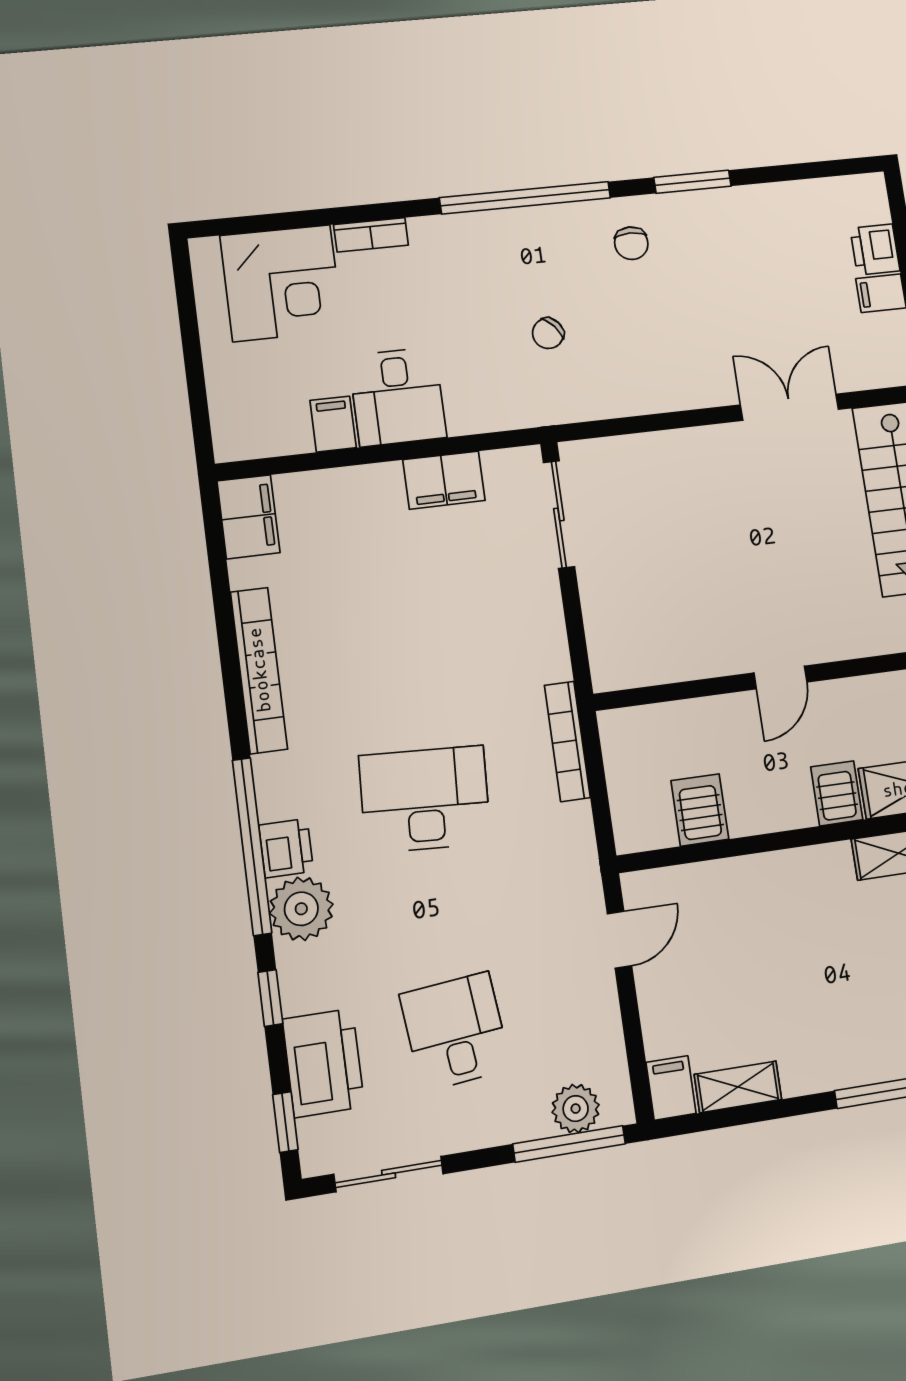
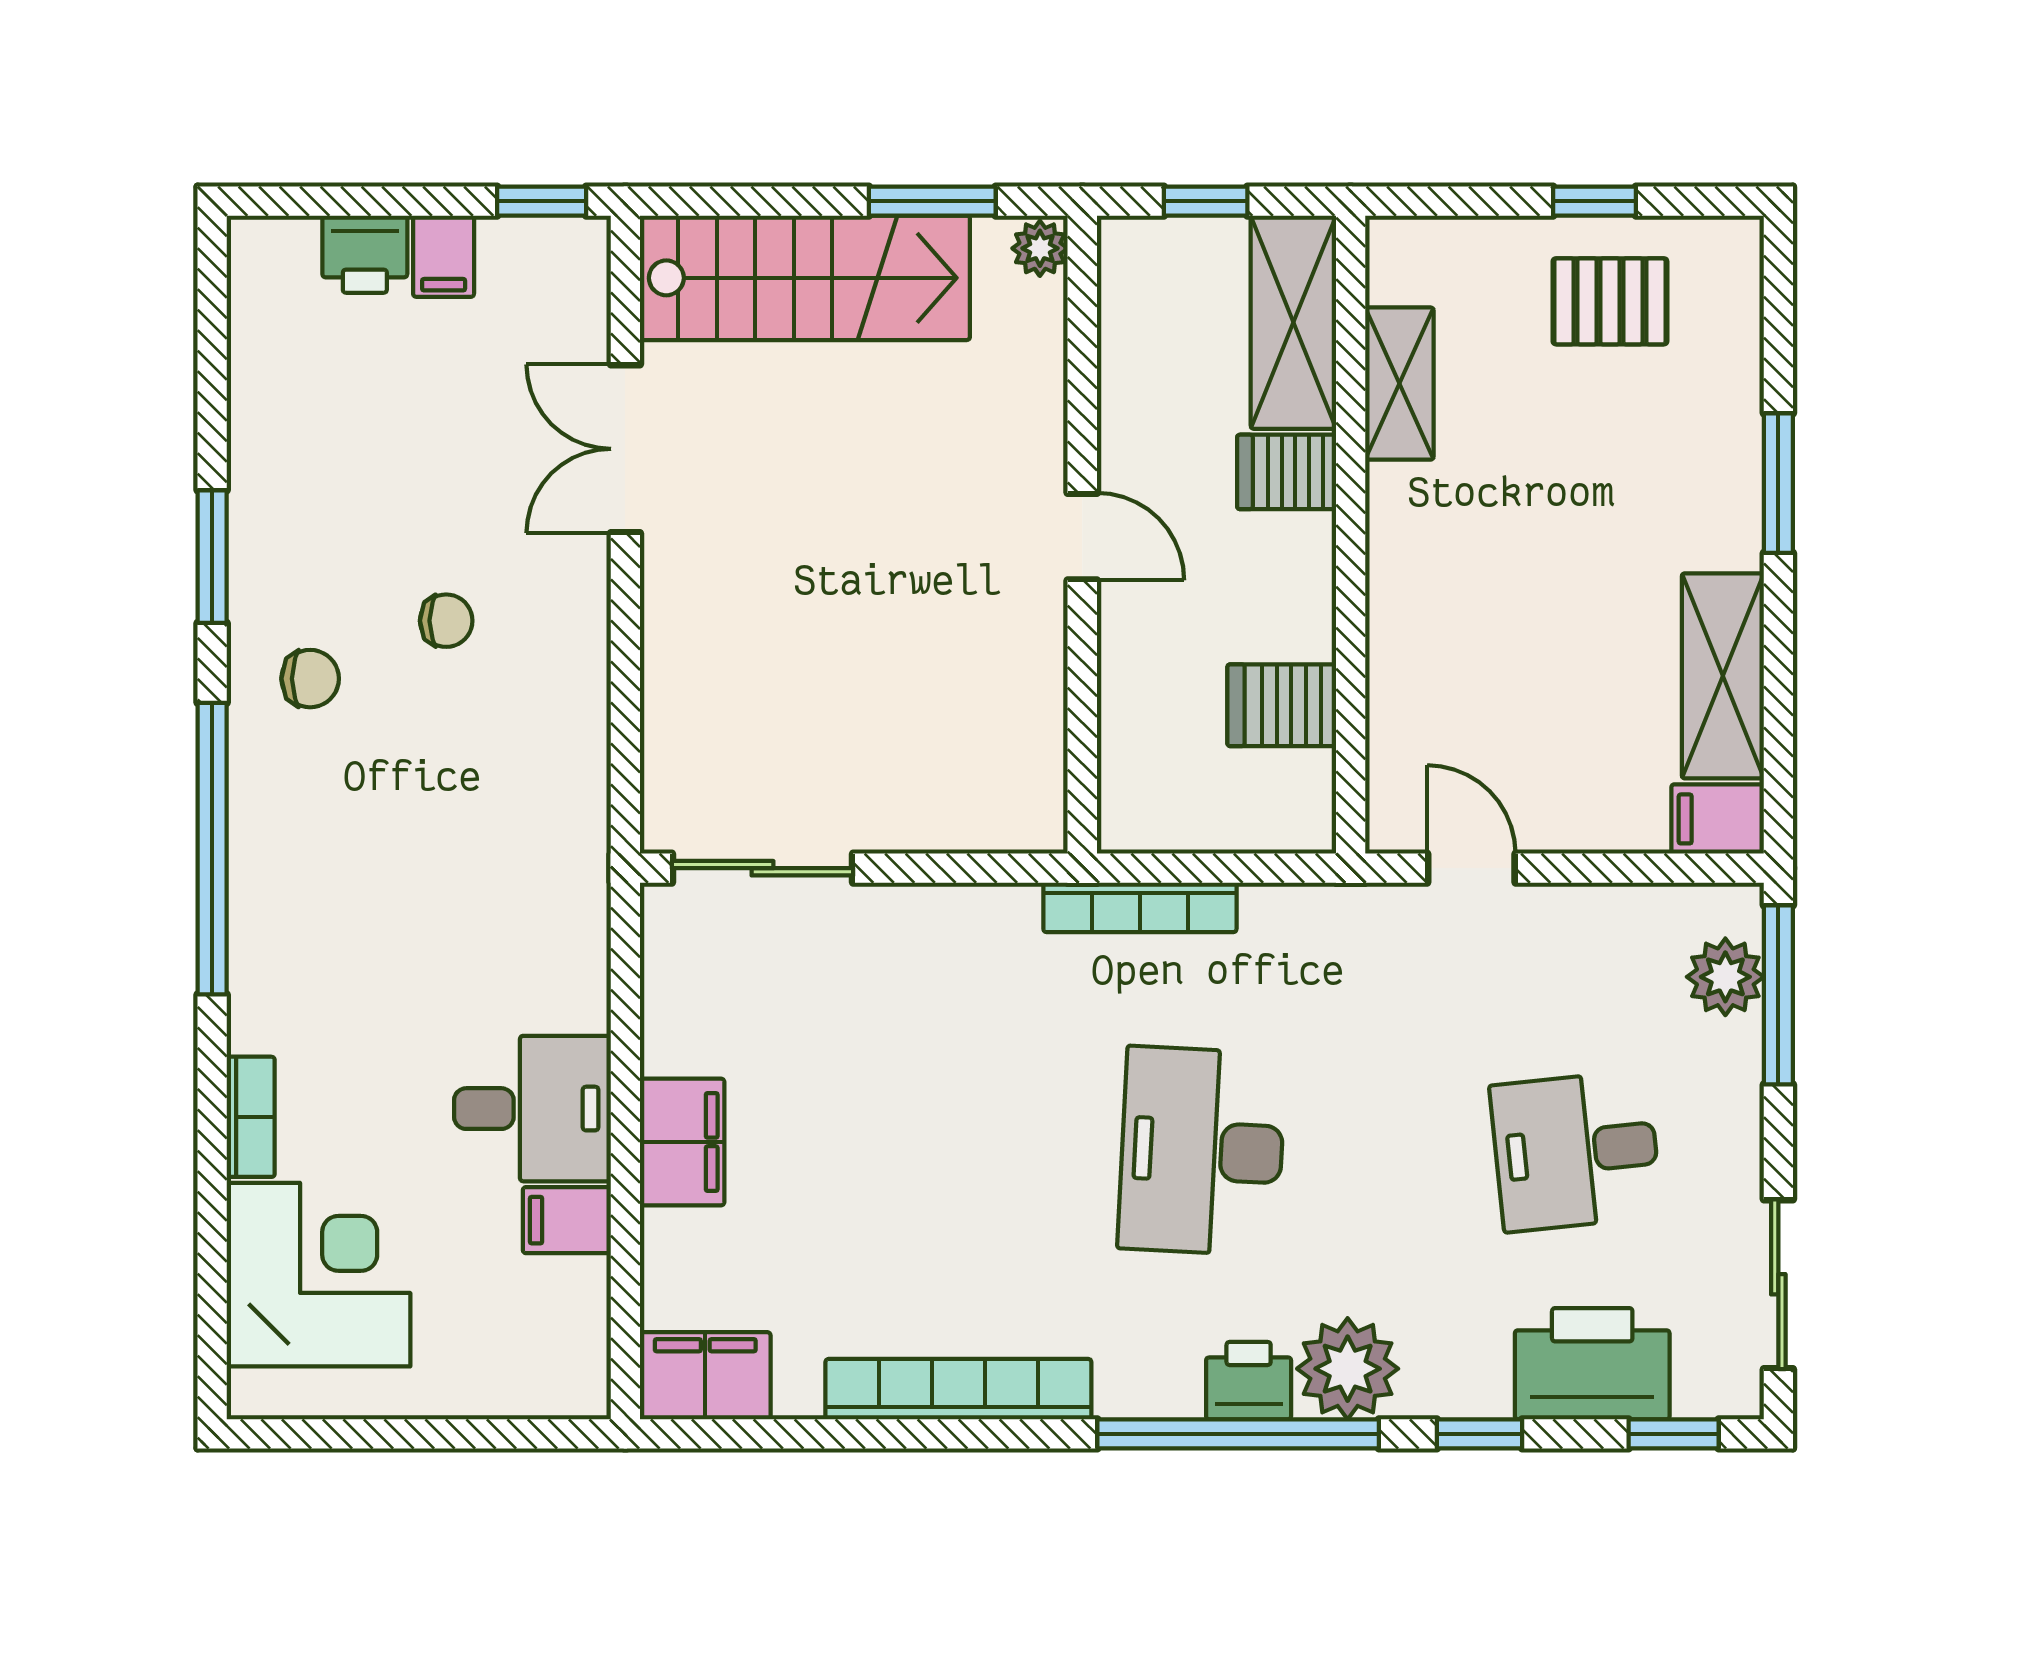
chair: (548, 333) -> (446, 621), moved, turned -50
filing cabinet: (444, 480) -> (682, 1142), moved
shelving: (738, 1087) -> (1723, 676), width x1.50, depth x1.33

